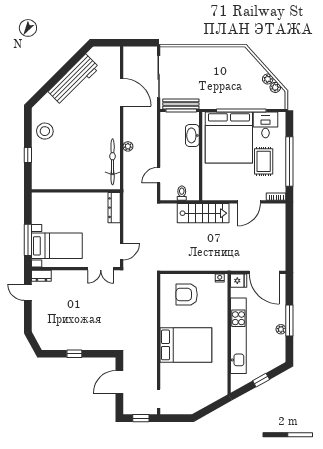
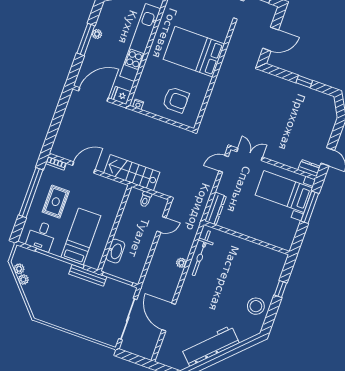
bench: (181, 104) -> (88, 275), moved
bed: (229, 138) -> (81, 236), width x0.49
door: (264, 272) -> (93, 94), hinge flipped

